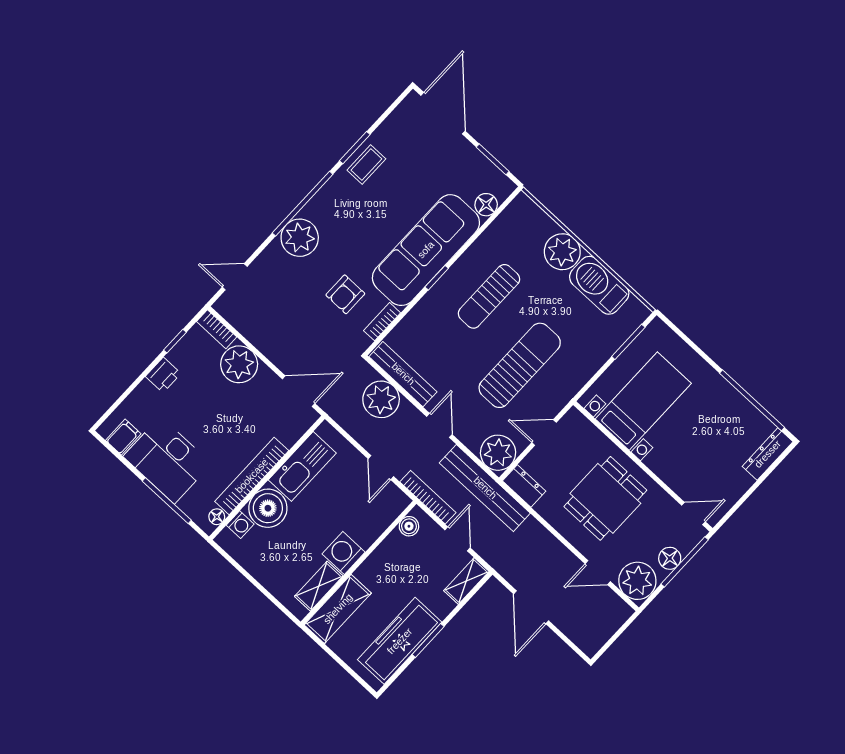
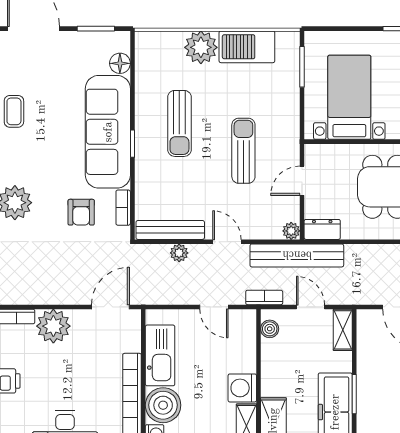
sun lounger: (520, 365) -> (243, 151), width x0.73, depth x0.75
plant: (381, 399) -> (179, 253), width x0.53, depth x0.53
plant: (498, 453) -> (291, 231), width x0.53, depth x0.53
bookcase: (428, 497) -> (264, 297), width x0.64

